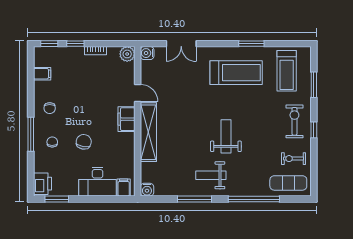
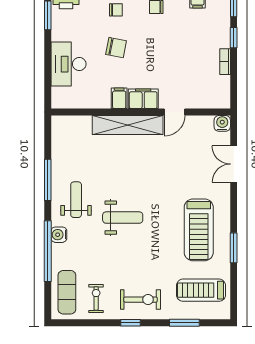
plant: (127, 54) -> (221, 100), removed
filing cabinet: (124, 188) -> (119, 98), moved, turned -90
water cooler: (147, 190) -> (59, 235), moved

